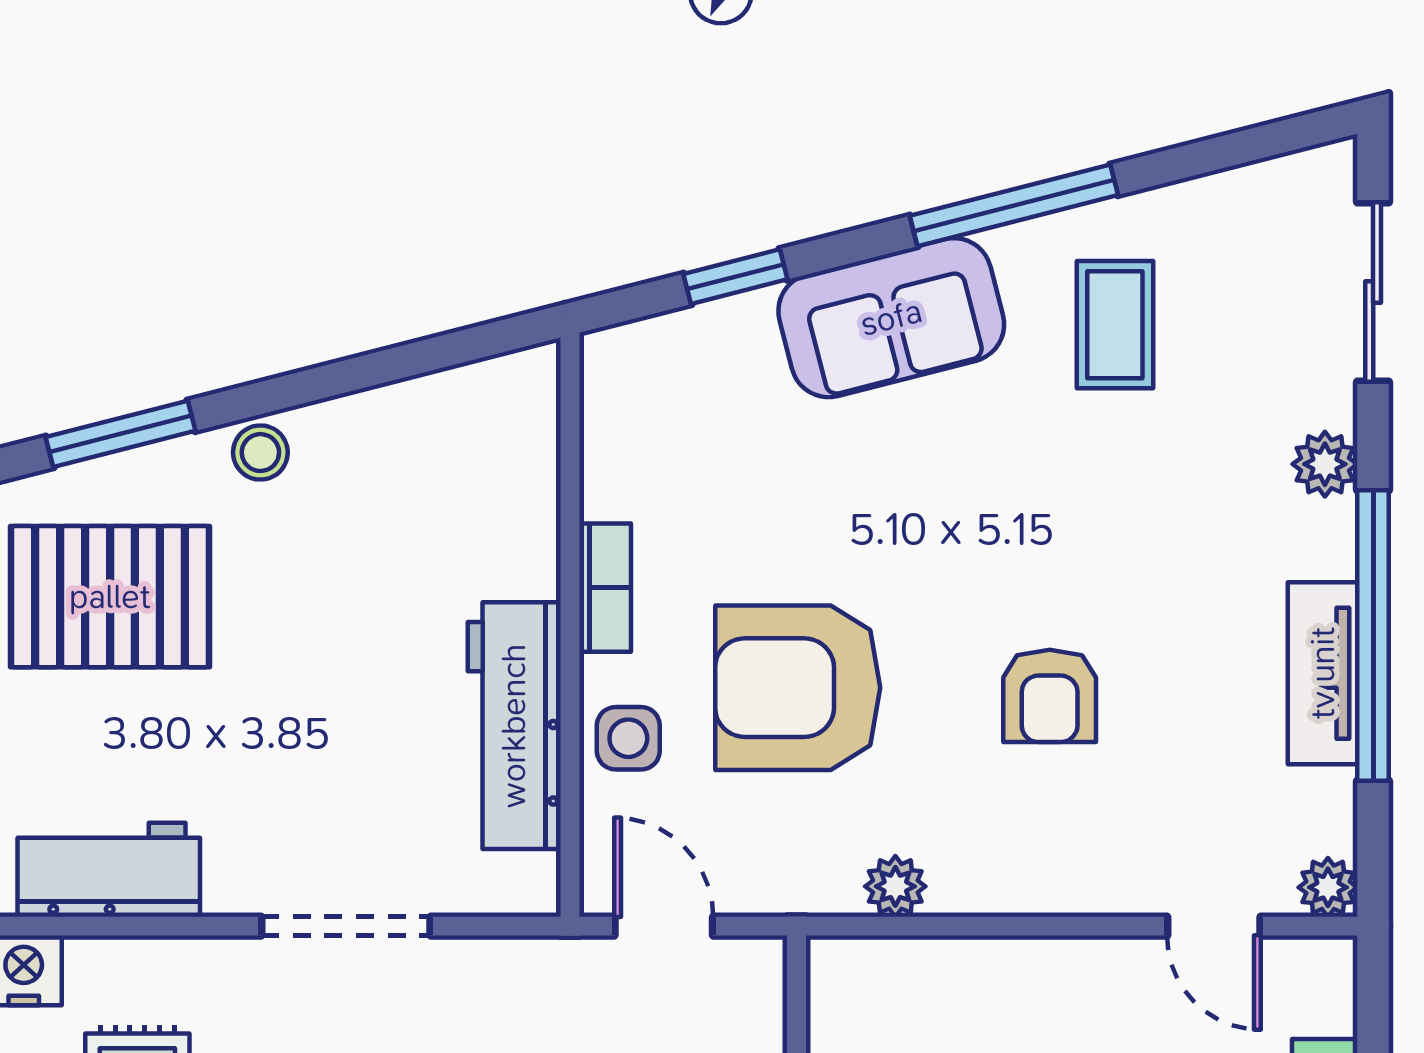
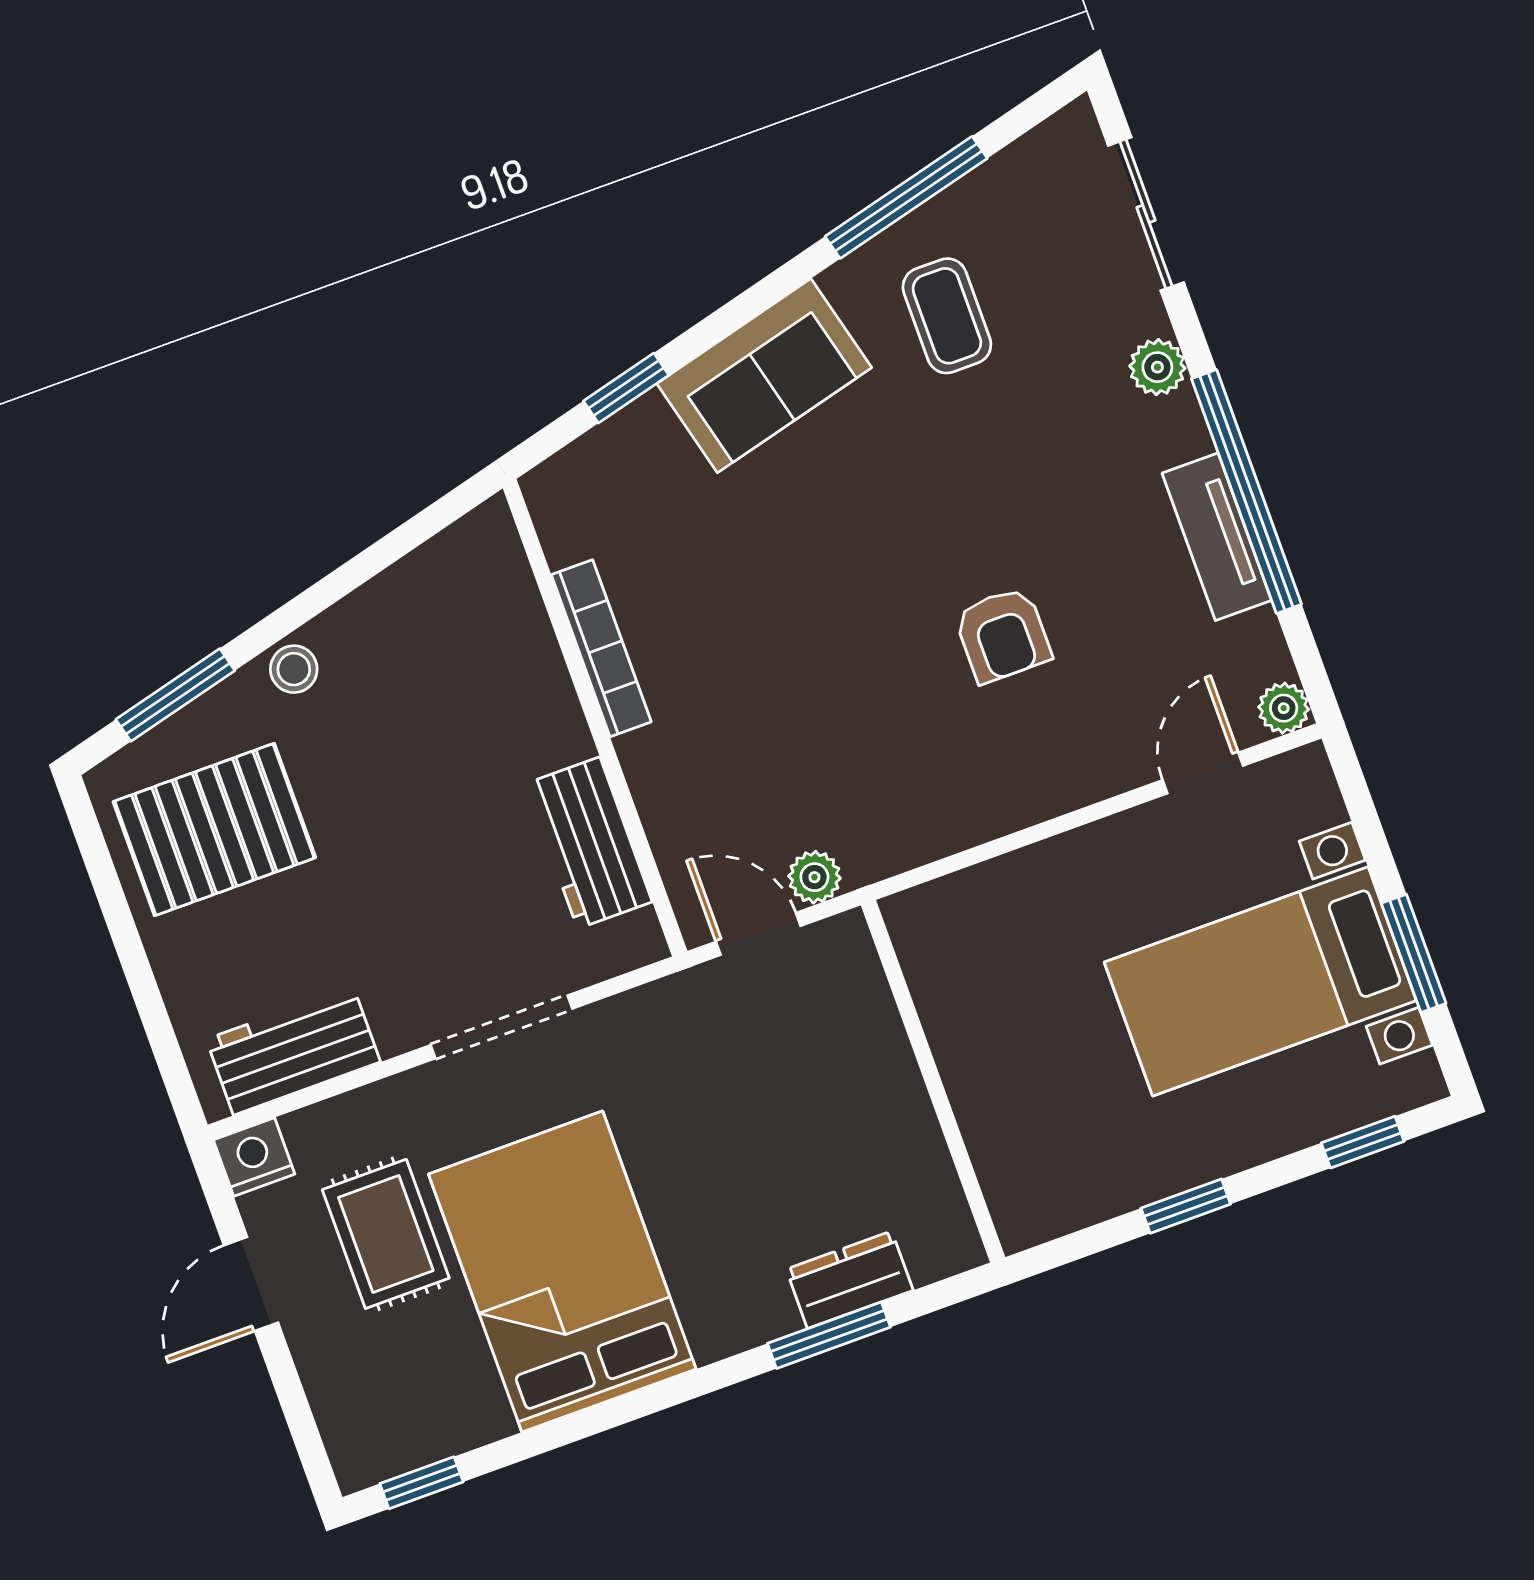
window: (1014, 205) -> (906, 197), moved
bookcase: (605, 588) -> (601, 648), width x1.56
armchair: (798, 688) -> (797, 702), removed
workbench: (514, 726) -> (589, 843), width x0.73
side table: (628, 738) -> (675, 792), removed
plant: (895, 886) -> (814, 877), moved
door: (1214, 926) -> (1203, 773), swing flipped

